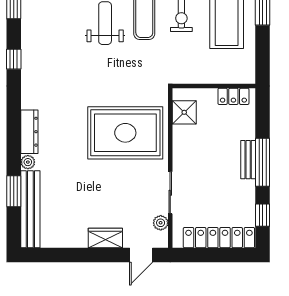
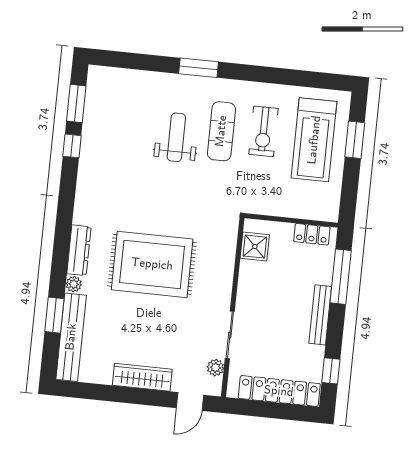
window: (14, 59) -> (72, 146), moved
rug: (125, 133) -> (152, 264), moved
bench: (248, 160) -> (320, 315), width x1.36
window: (263, 162) -> (341, 277), moved
wardrobe: (105, 238) -> (142, 377), width x1.50

